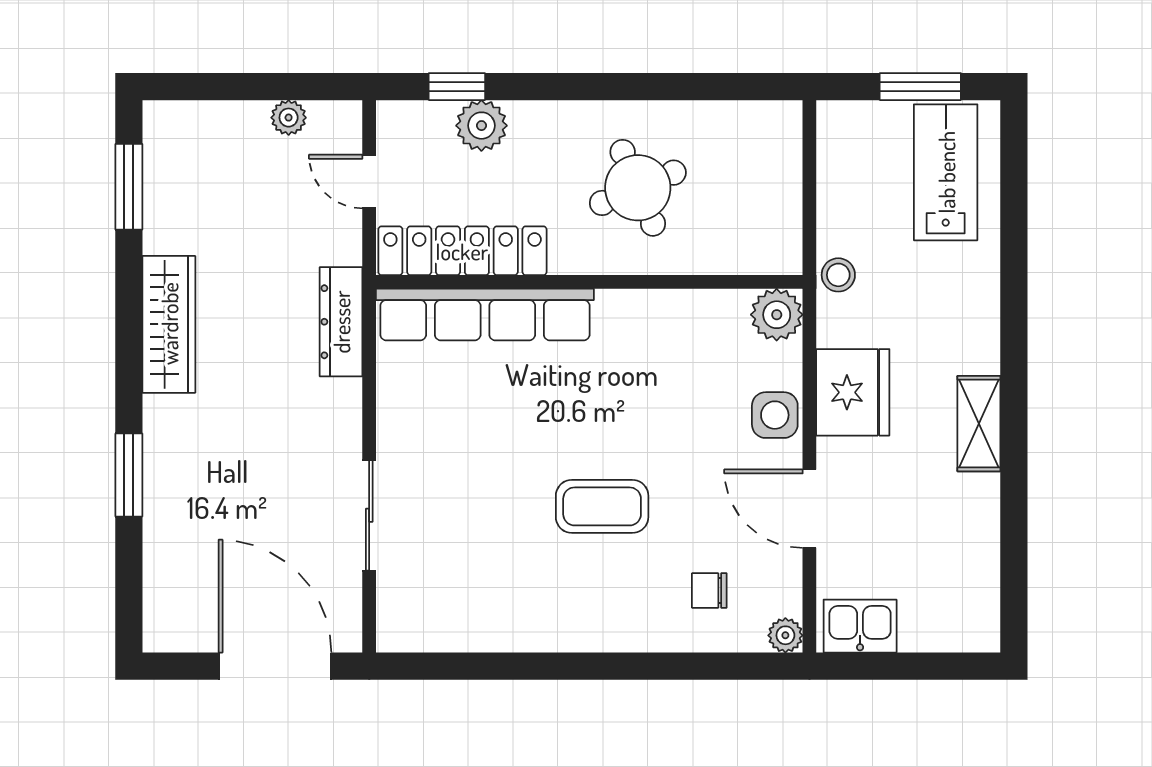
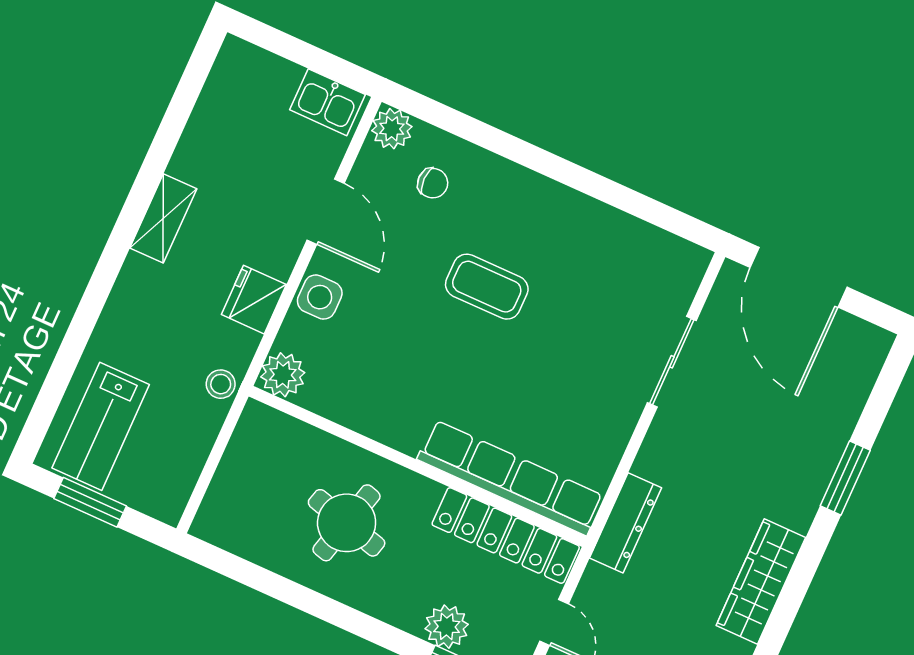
round table: (638, 188) -> (347, 523), turned 38
fridge: (853, 392) -> (254, 300), width x0.73, depth x0.75
plant: (785, 635) -> (392, 129), width x1.38, depth x1.38

